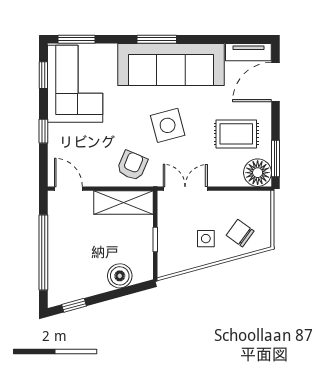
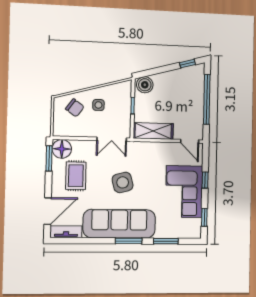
window: (76, 39) -> (166, 241), moved
corner sofa: (75, 84) -> (184, 192), moved
rug: (236, 134) -> (76, 176), turned 90
armchair: (132, 166) -> (147, 156), removed
boiler: (120, 276) -> (145, 85), moved

